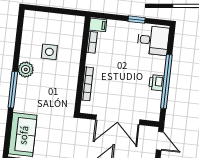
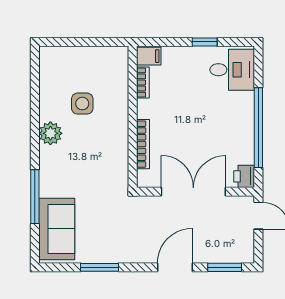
printer: (157, 83) -> (244, 176), moved
window: (13, 90) -> (35, 197), moved
double door: (118, 120) -> (193, 192), swing flipped

